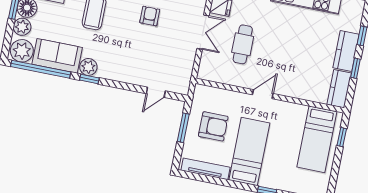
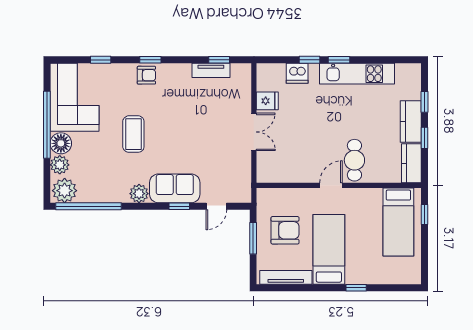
armchair: (150, 16) -> (194, 126), removed
cafe table: (243, 44) -> (354, 160), moved
sofa: (57, 56) -> (175, 188), moved
window: (89, 79) -> (179, 206), moved

